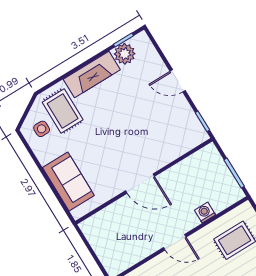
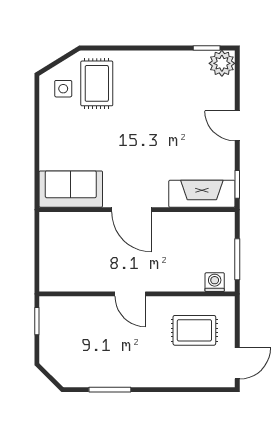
plant: (125, 54) -> (222, 63), moved
fireplace: (92, 75) -> (202, 194), moved, turned 180
sofa: (68, 181) -> (71, 189), moved, turned -90
washing machine: (205, 213) -> (215, 282), moved

